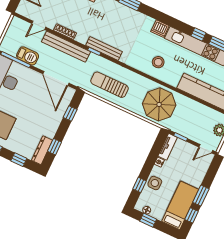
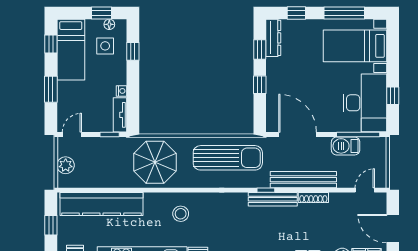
door: (39, 25) -> (365, 190), moved
bench: (104, 49) -> (273, 199), moved
sun lounger: (109, 85) -> (228, 158), width x1.36, depth x1.34
window: (70, 113) -> (260, 85), moved
side table: (155, 183) -> (105, 46), moved
window: (201, 196) -> (51, 89), moved

